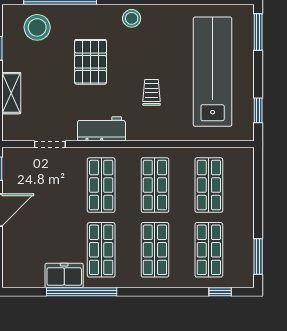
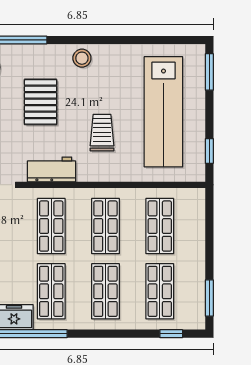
lab bench: (213, 72) -> (163, 112), turned 180
trolley: (152, 92) -> (102, 133), width x1.36, depth x1.39

